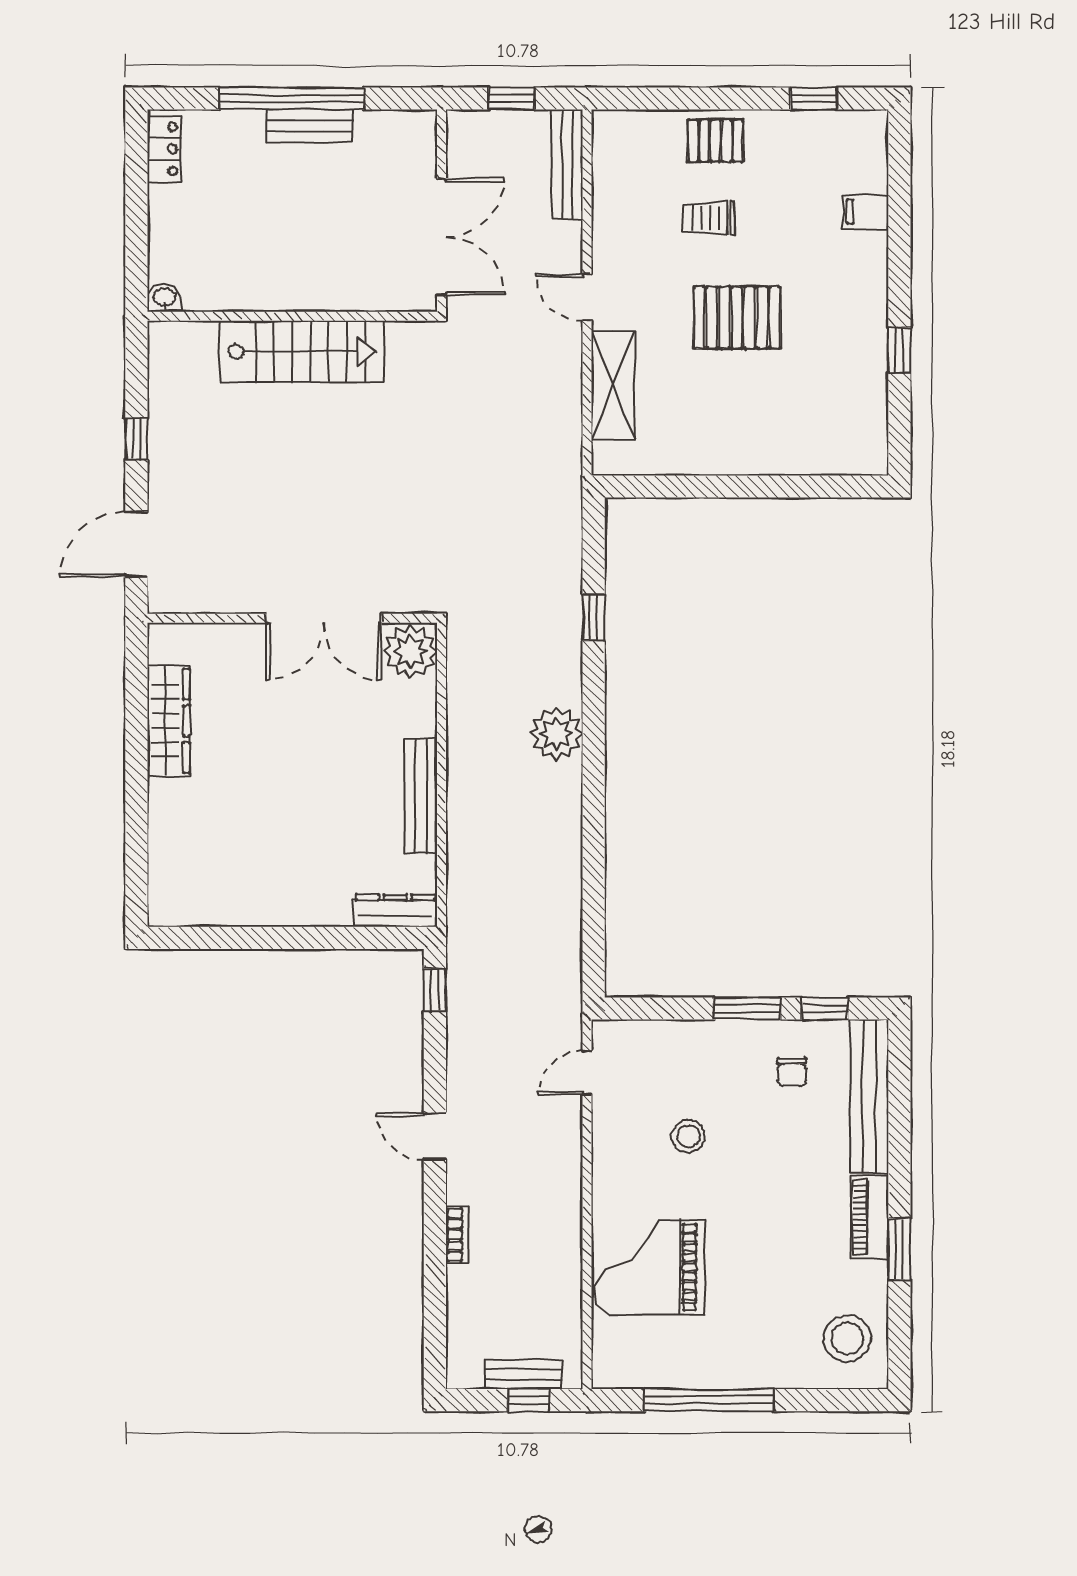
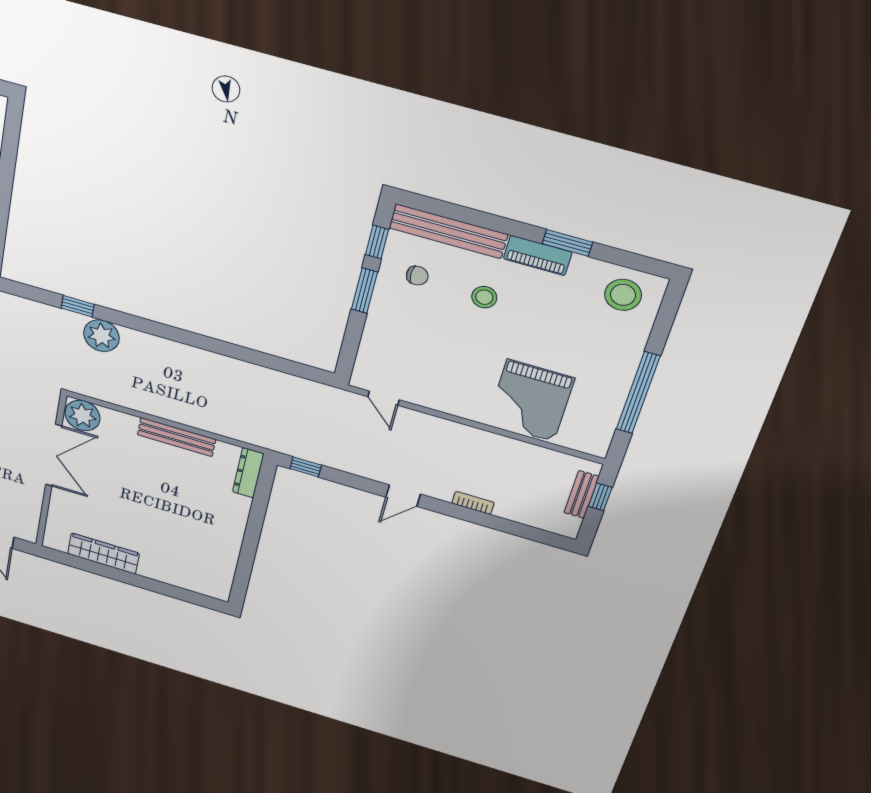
plant: (556, 734) -> (101, 336), moved
stool: (688, 1136) -> (484, 297), moved

